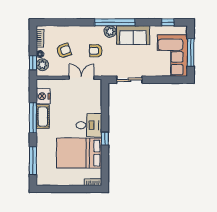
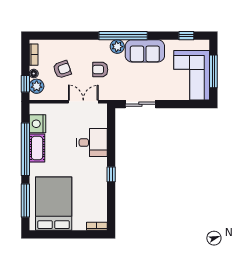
window: (33, 118) -> (25, 149), width x1.46
desk: (89, 125) -> (92, 143), moved
bed: (79, 153) -> (54, 204), moved, turned 90

